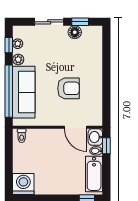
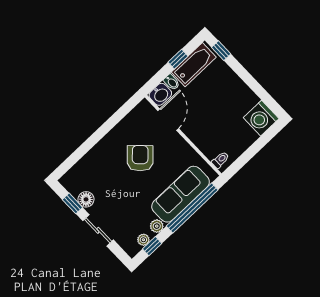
armchair: (69, 88) -> (140, 158), turned 44
window: (106, 146) -> (178, 59), moved

